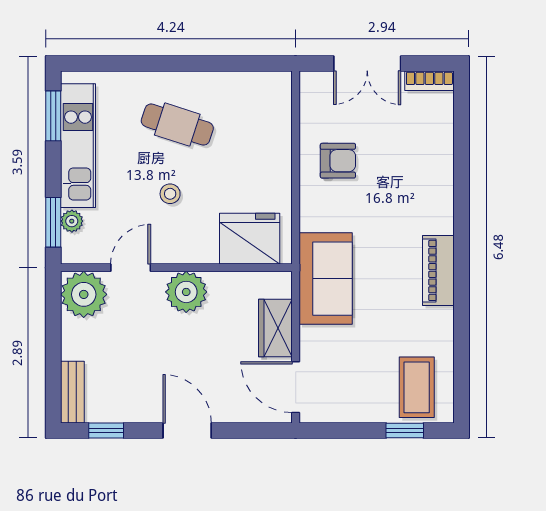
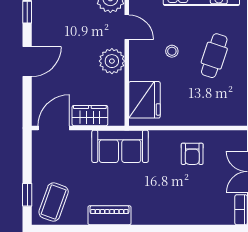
piano: (438, 270) -> (109, 215), moved
coffee table: (417, 387) -> (54, 202), turned -70

